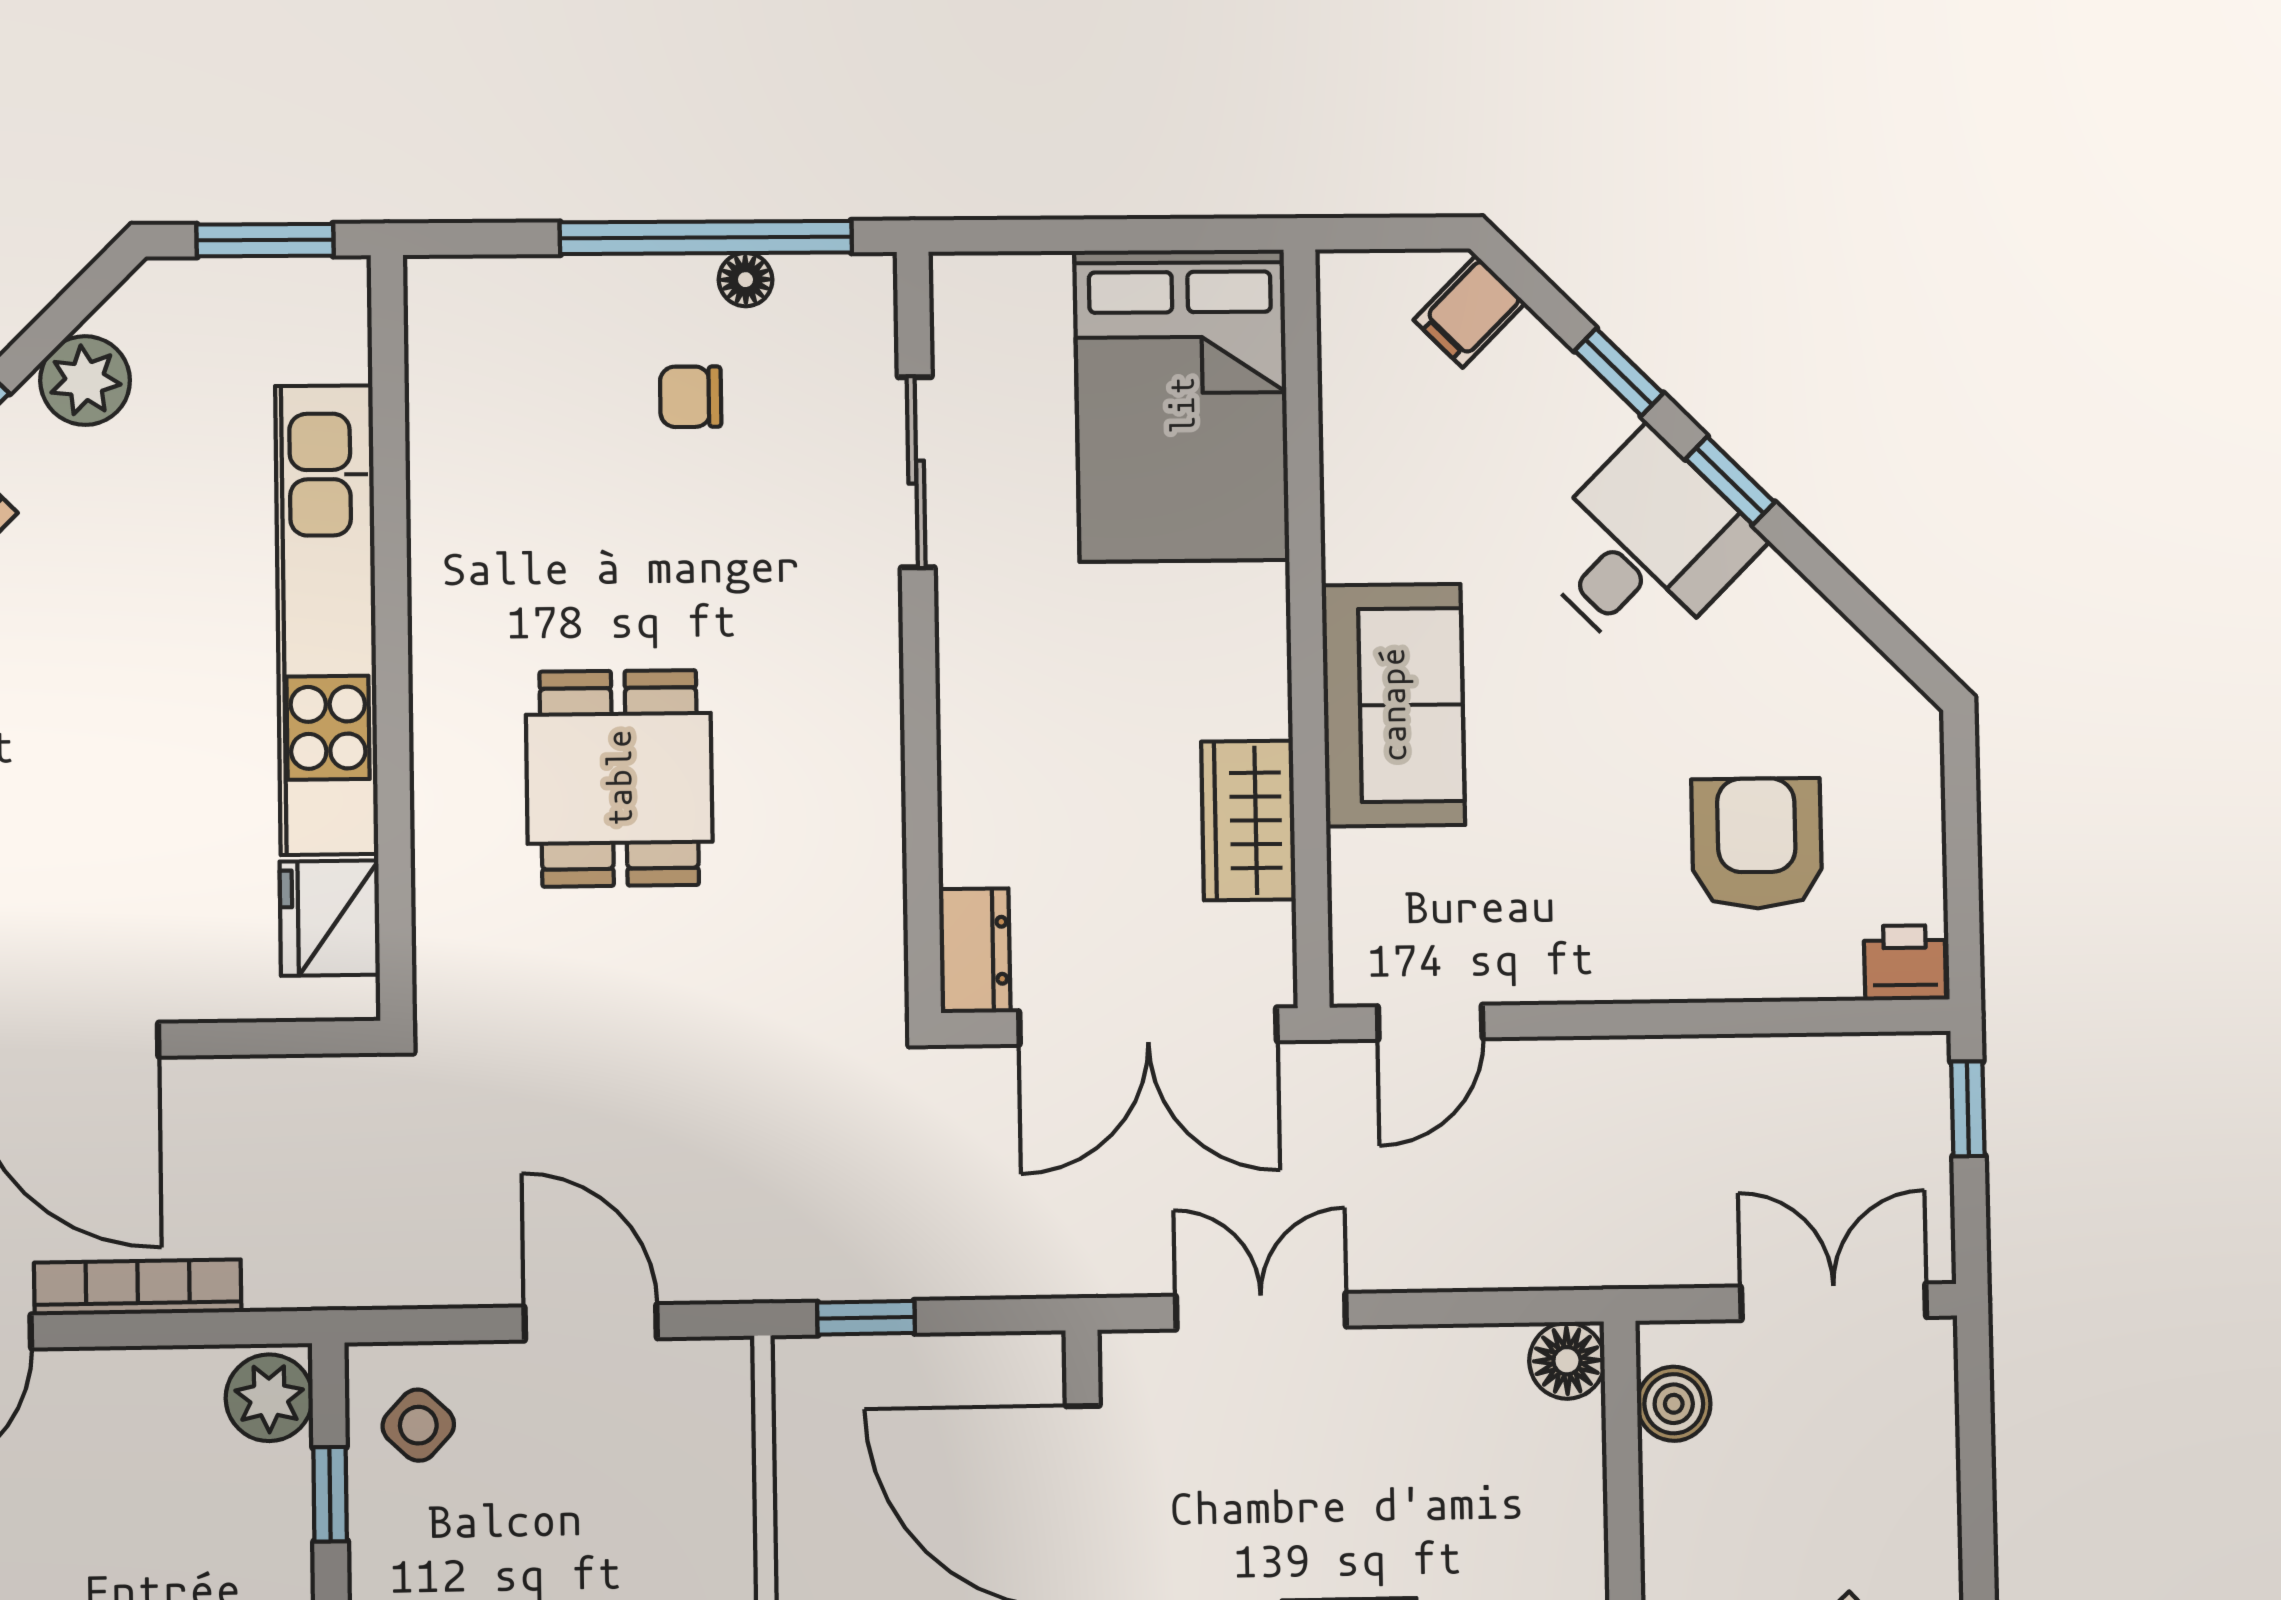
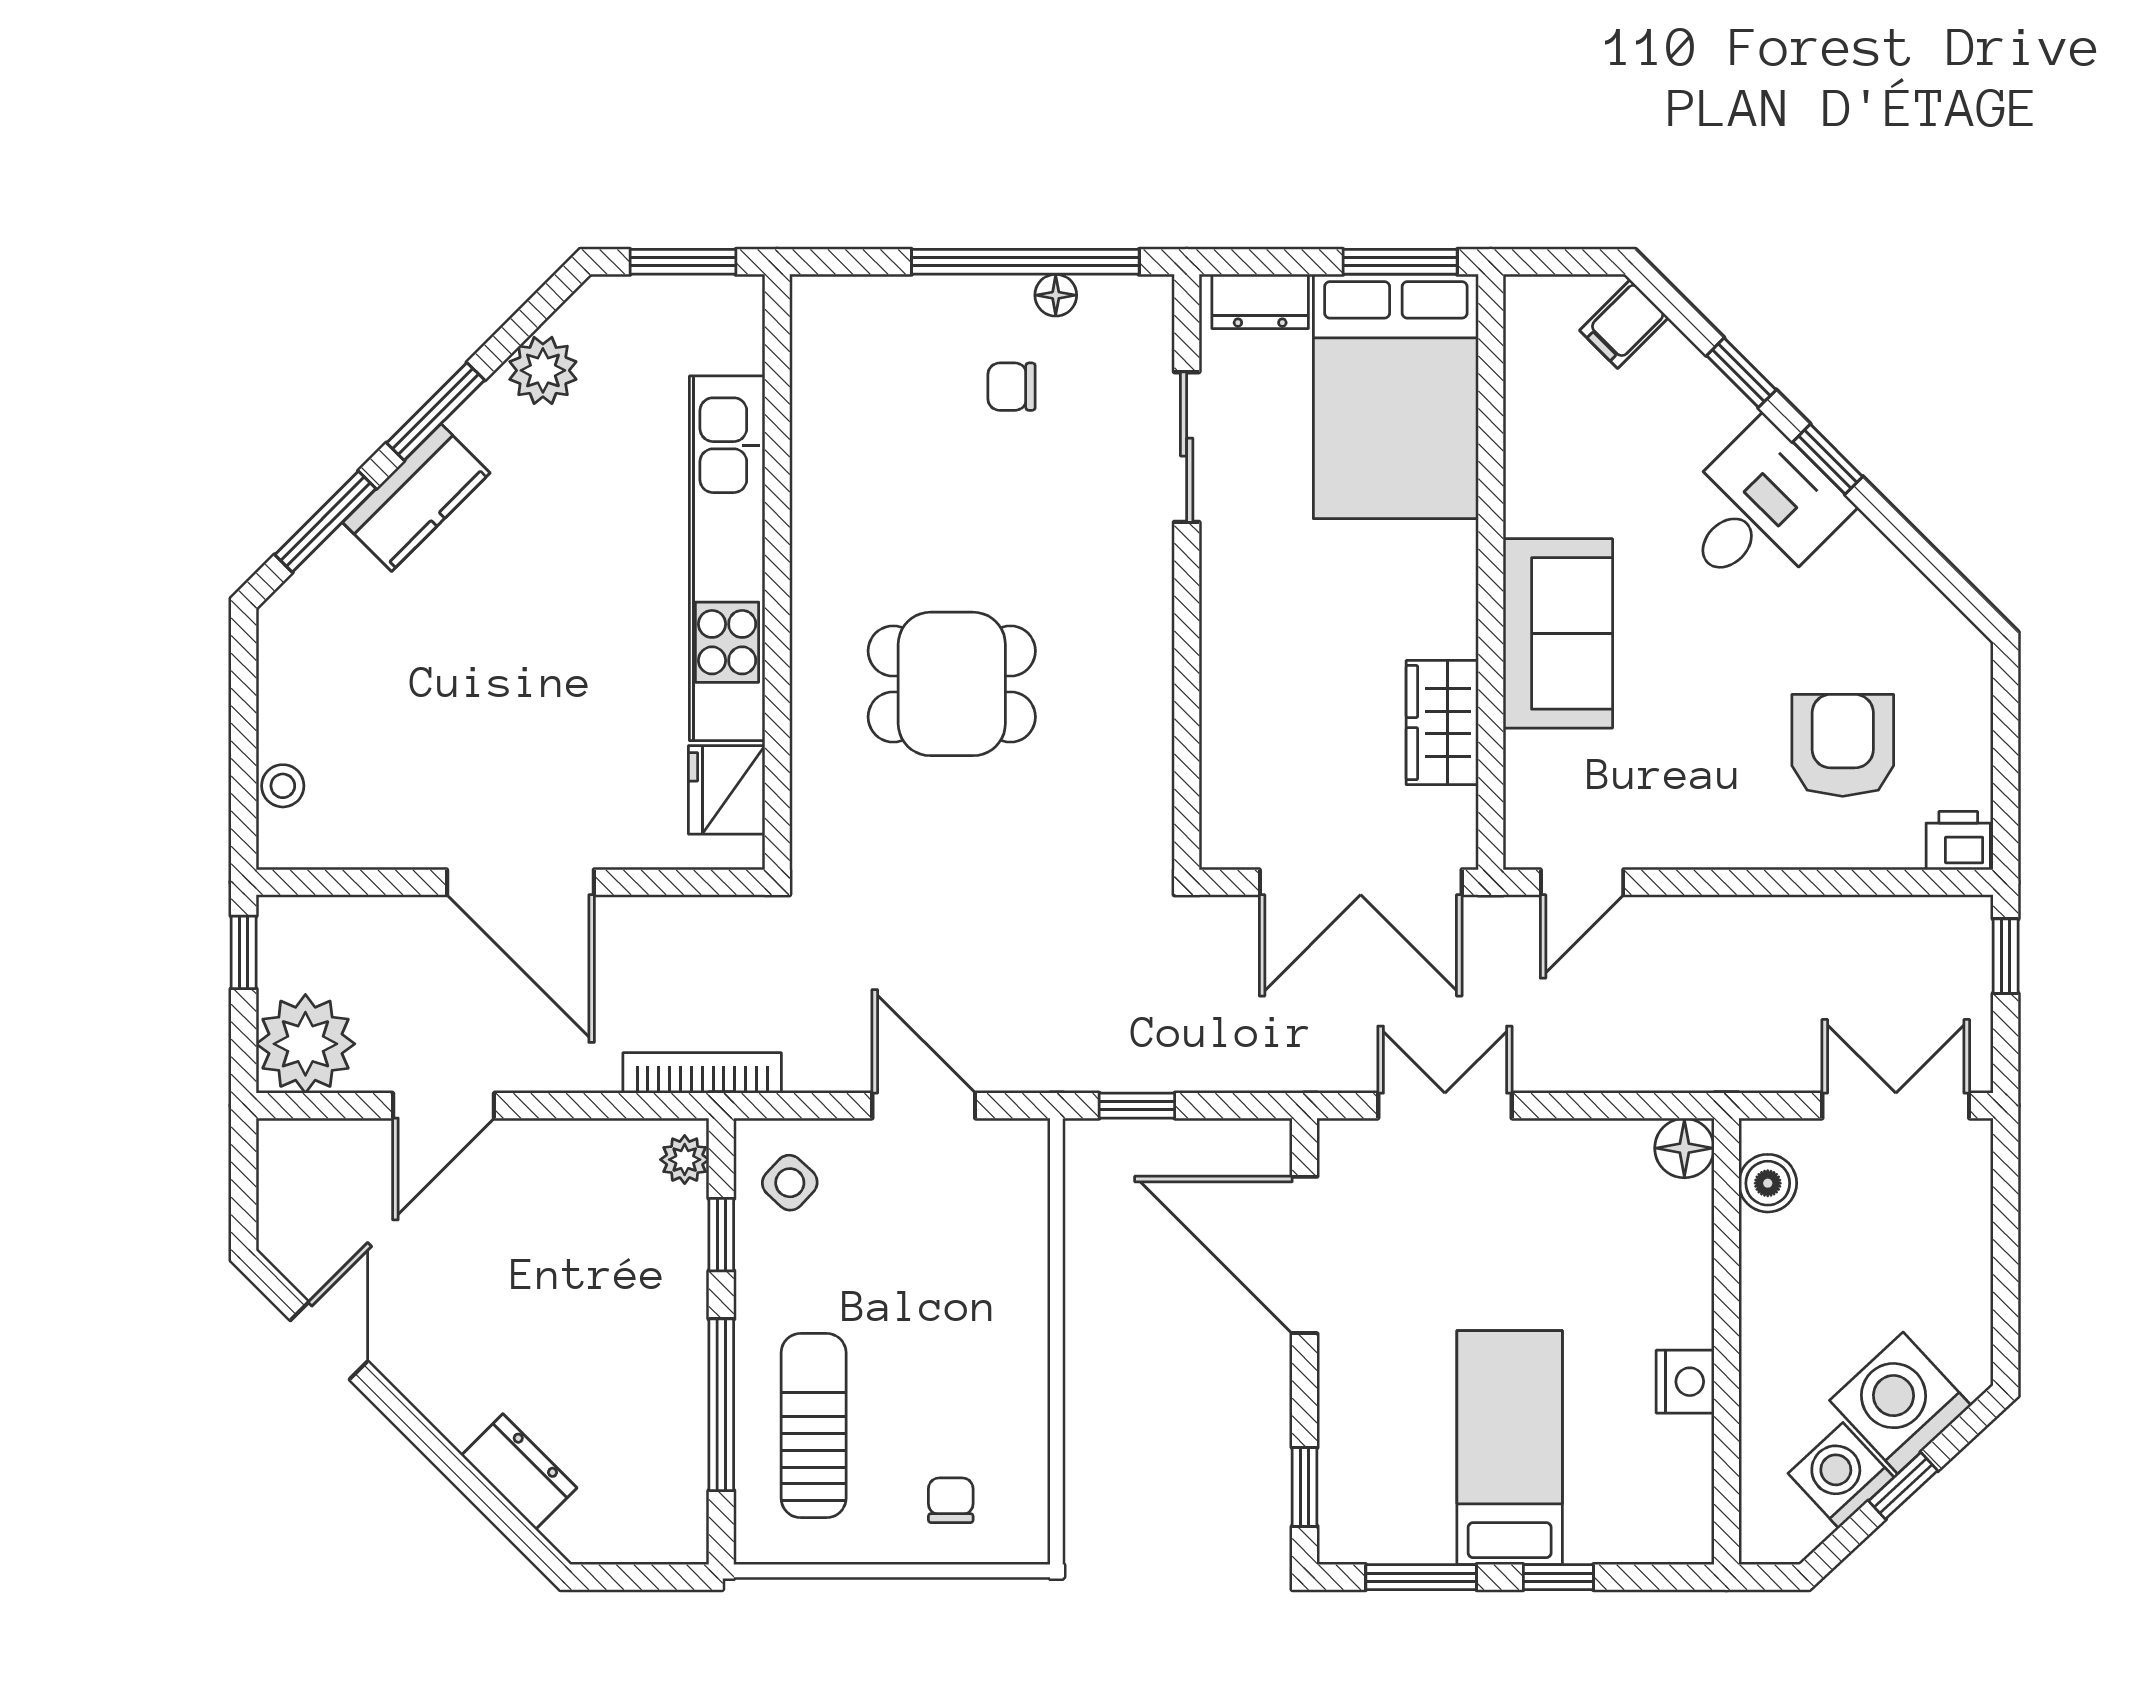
window: (1184, 235) -> (1400, 262), added
dining table: (619, 778) -> (952, 684), turned 90
dresser: (975, 951) -> (1260, 301), moved, turned 90
bookcase: (138, 1287) -> (702, 1073), moved
plant: (269, 1398) -> (685, 1160), width x0.73, depth x0.73

